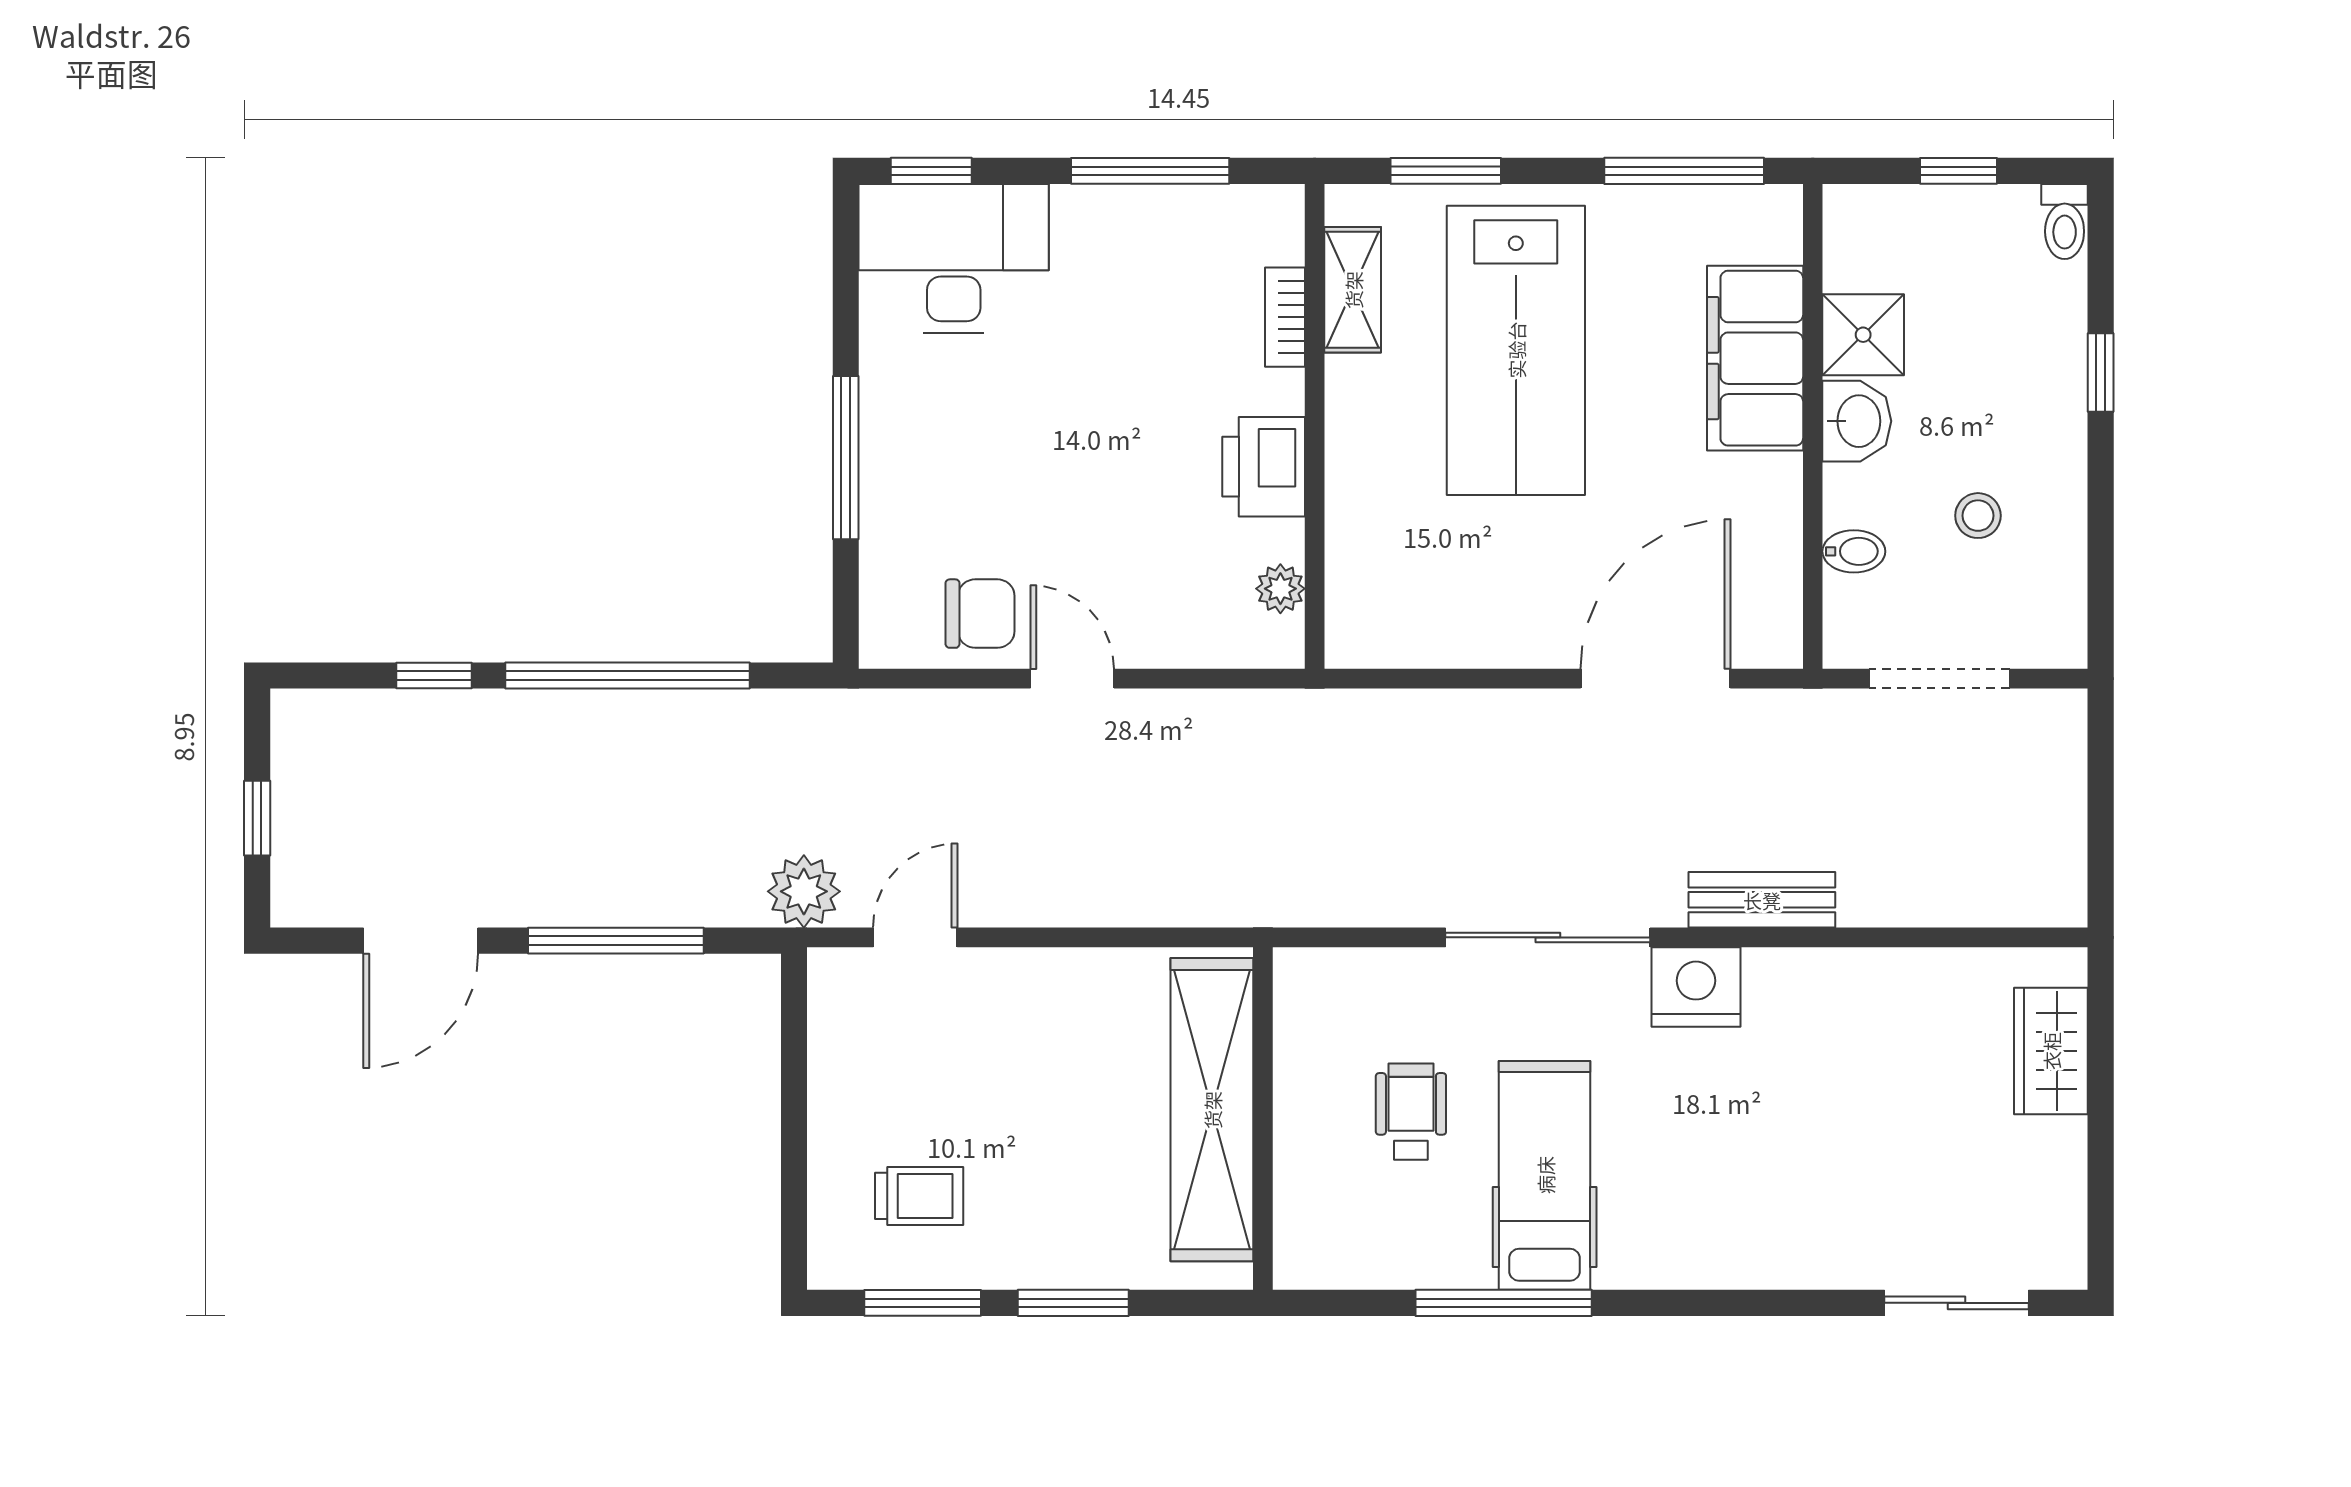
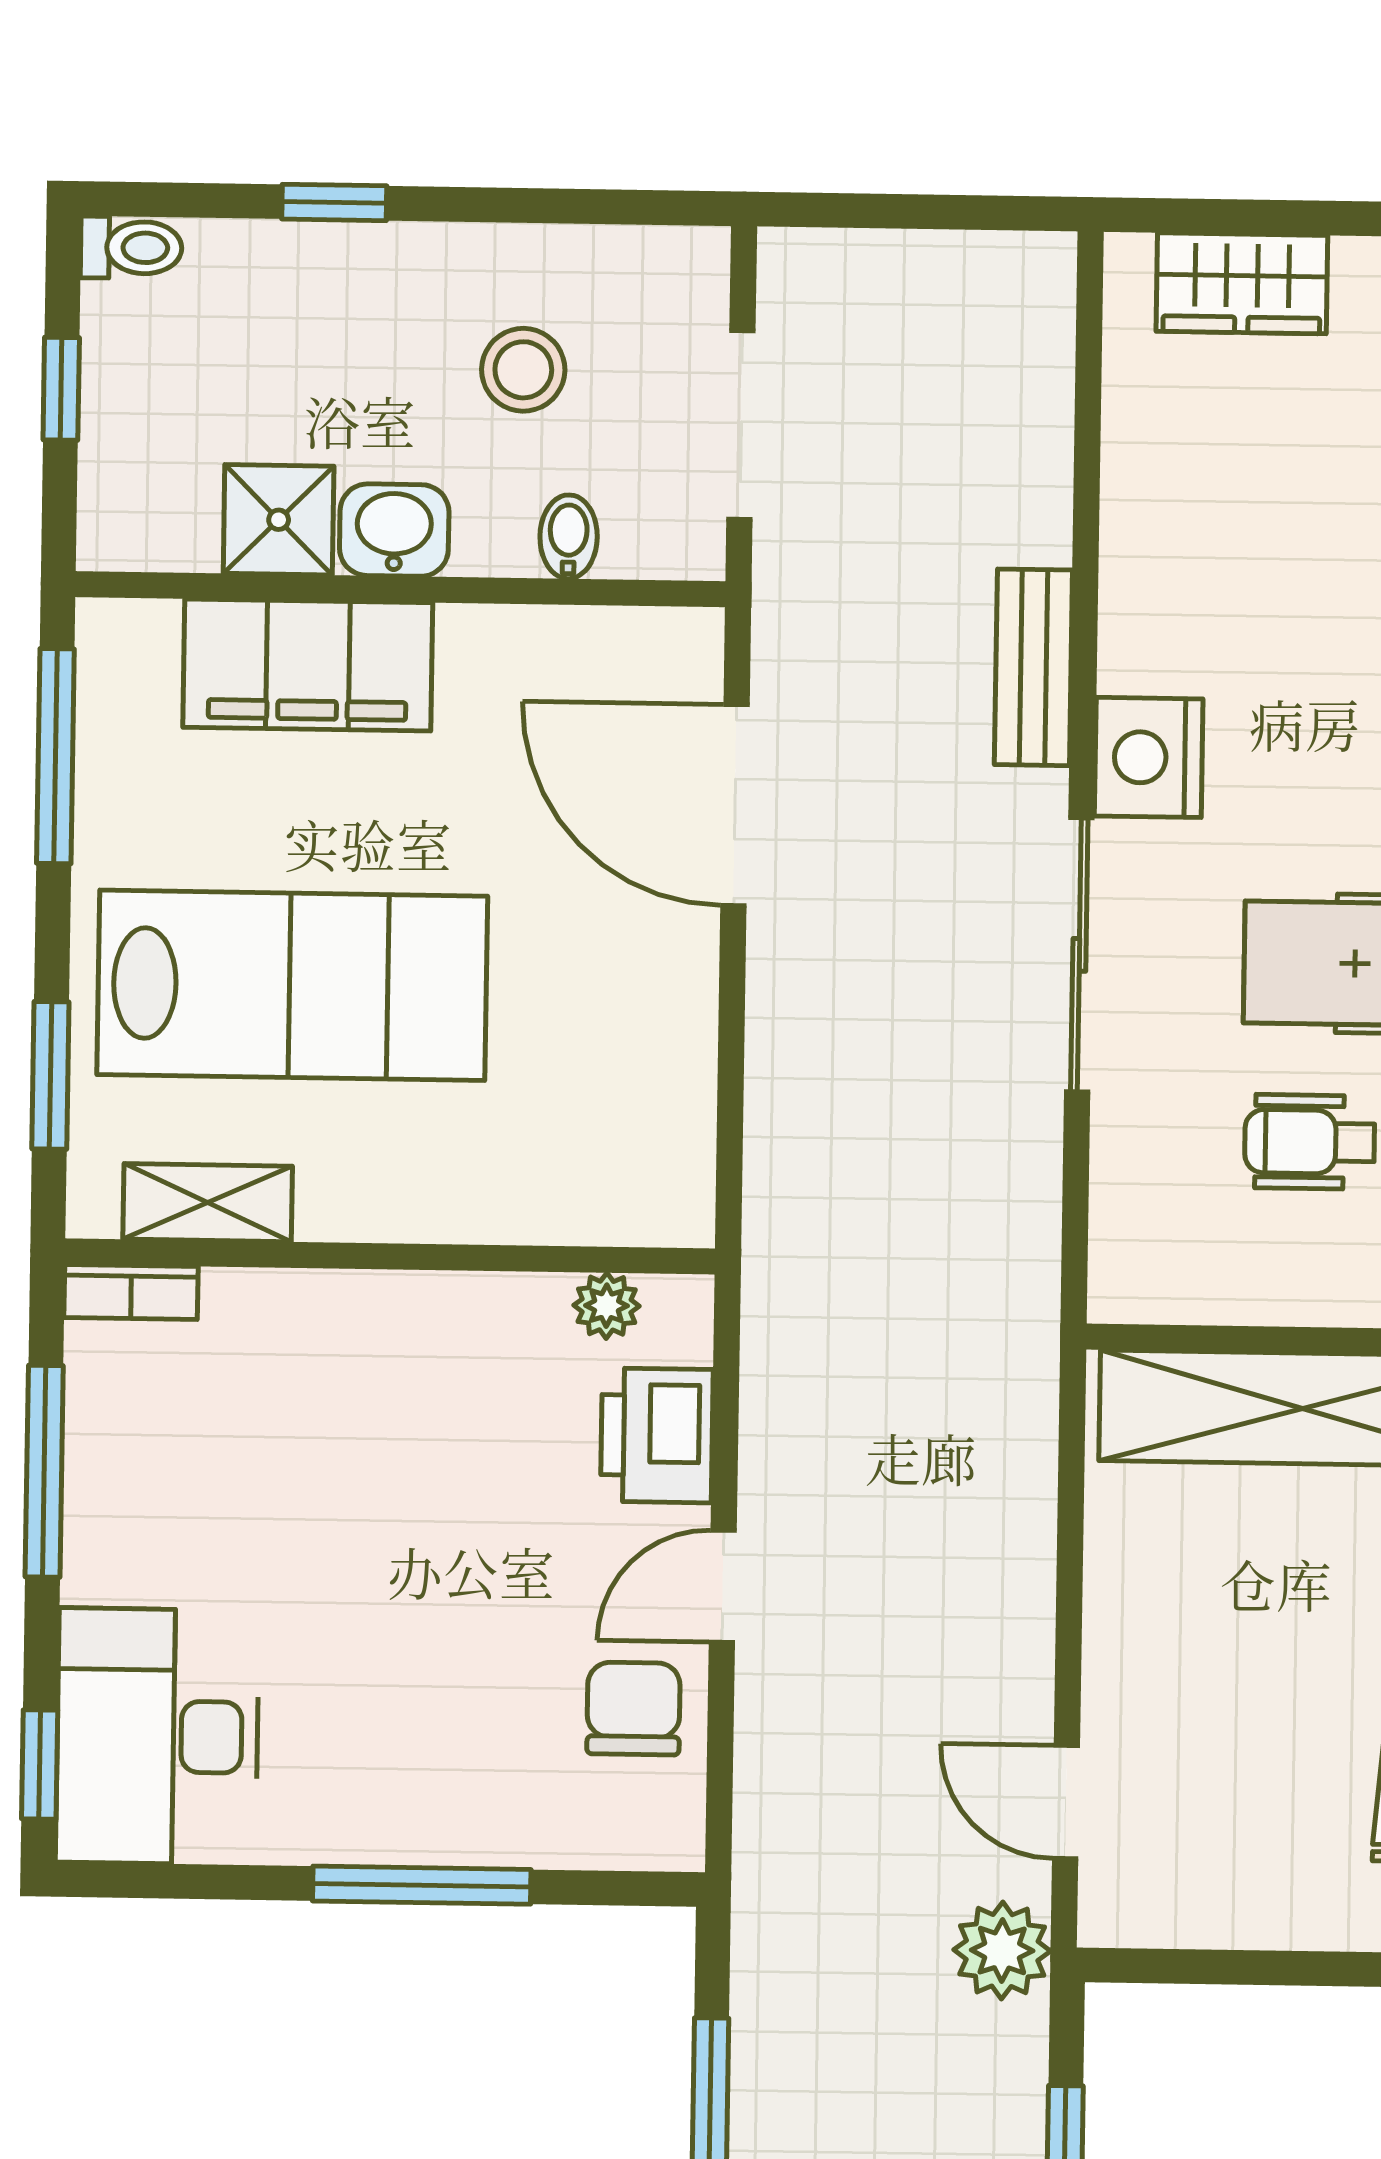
bookcase: (1285, 317) -> (131, 1292), moved
printer: (1264, 467) -> (657, 1435), moved, turned 90
stool: (1978, 516) -> (523, 370), width x1.37, depth x1.37

